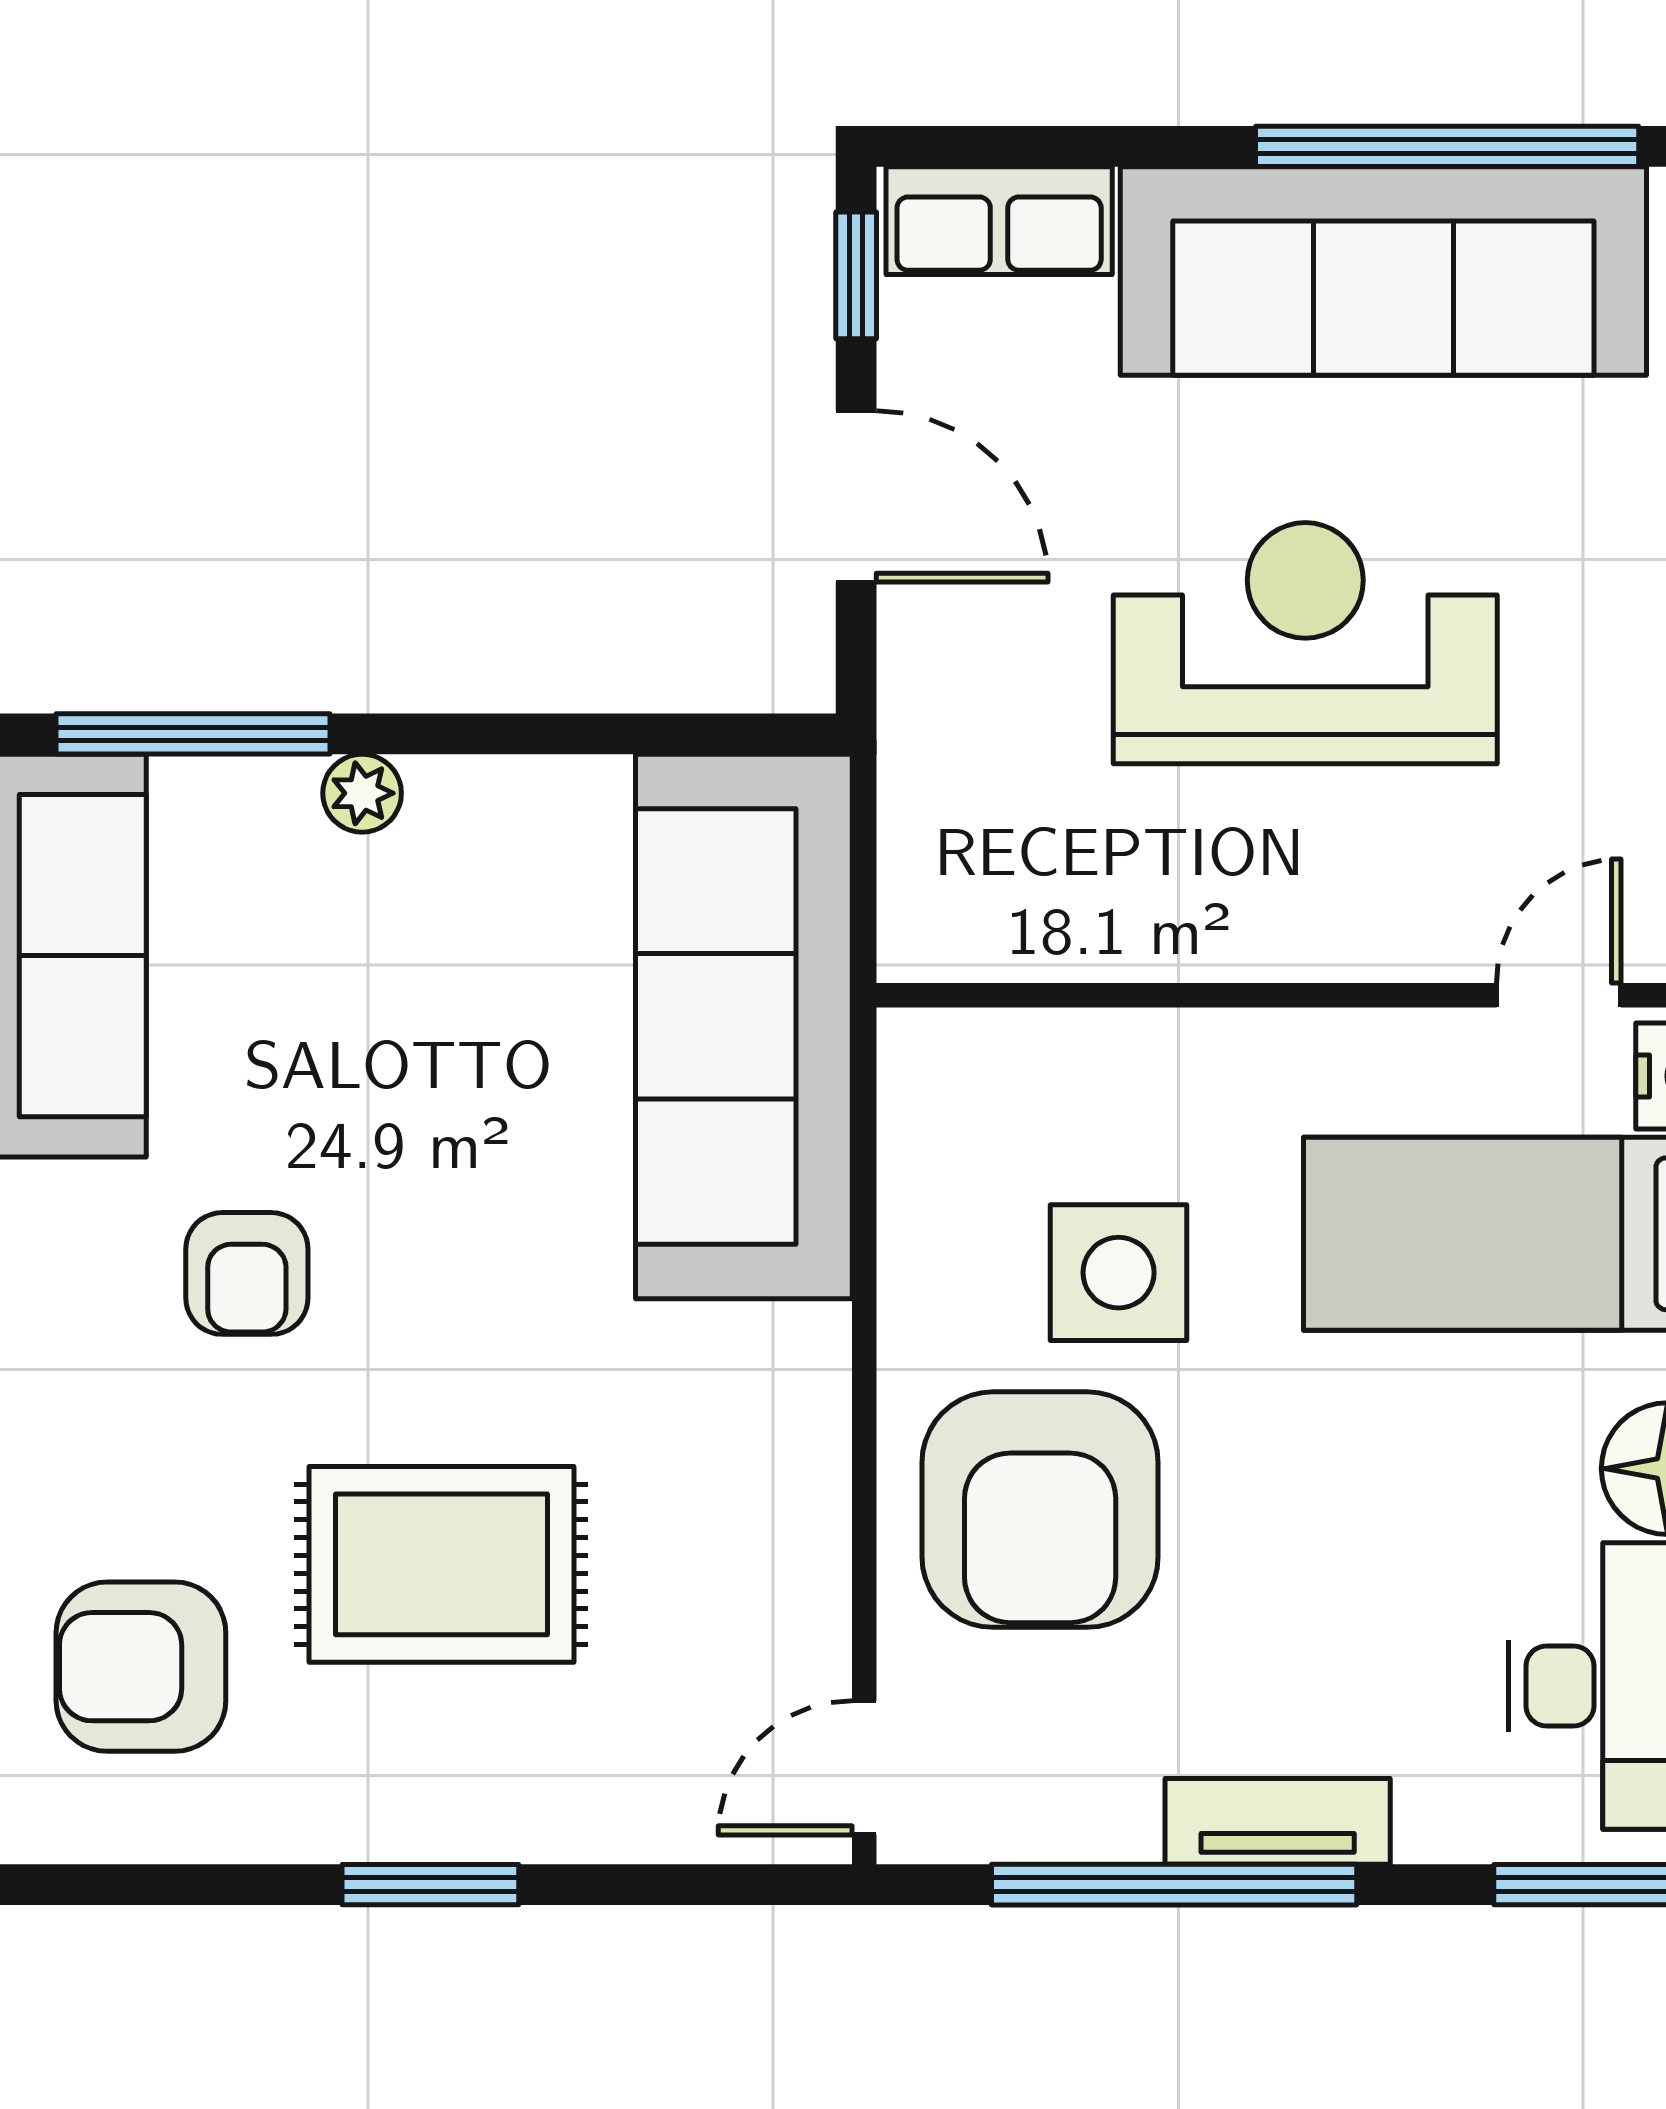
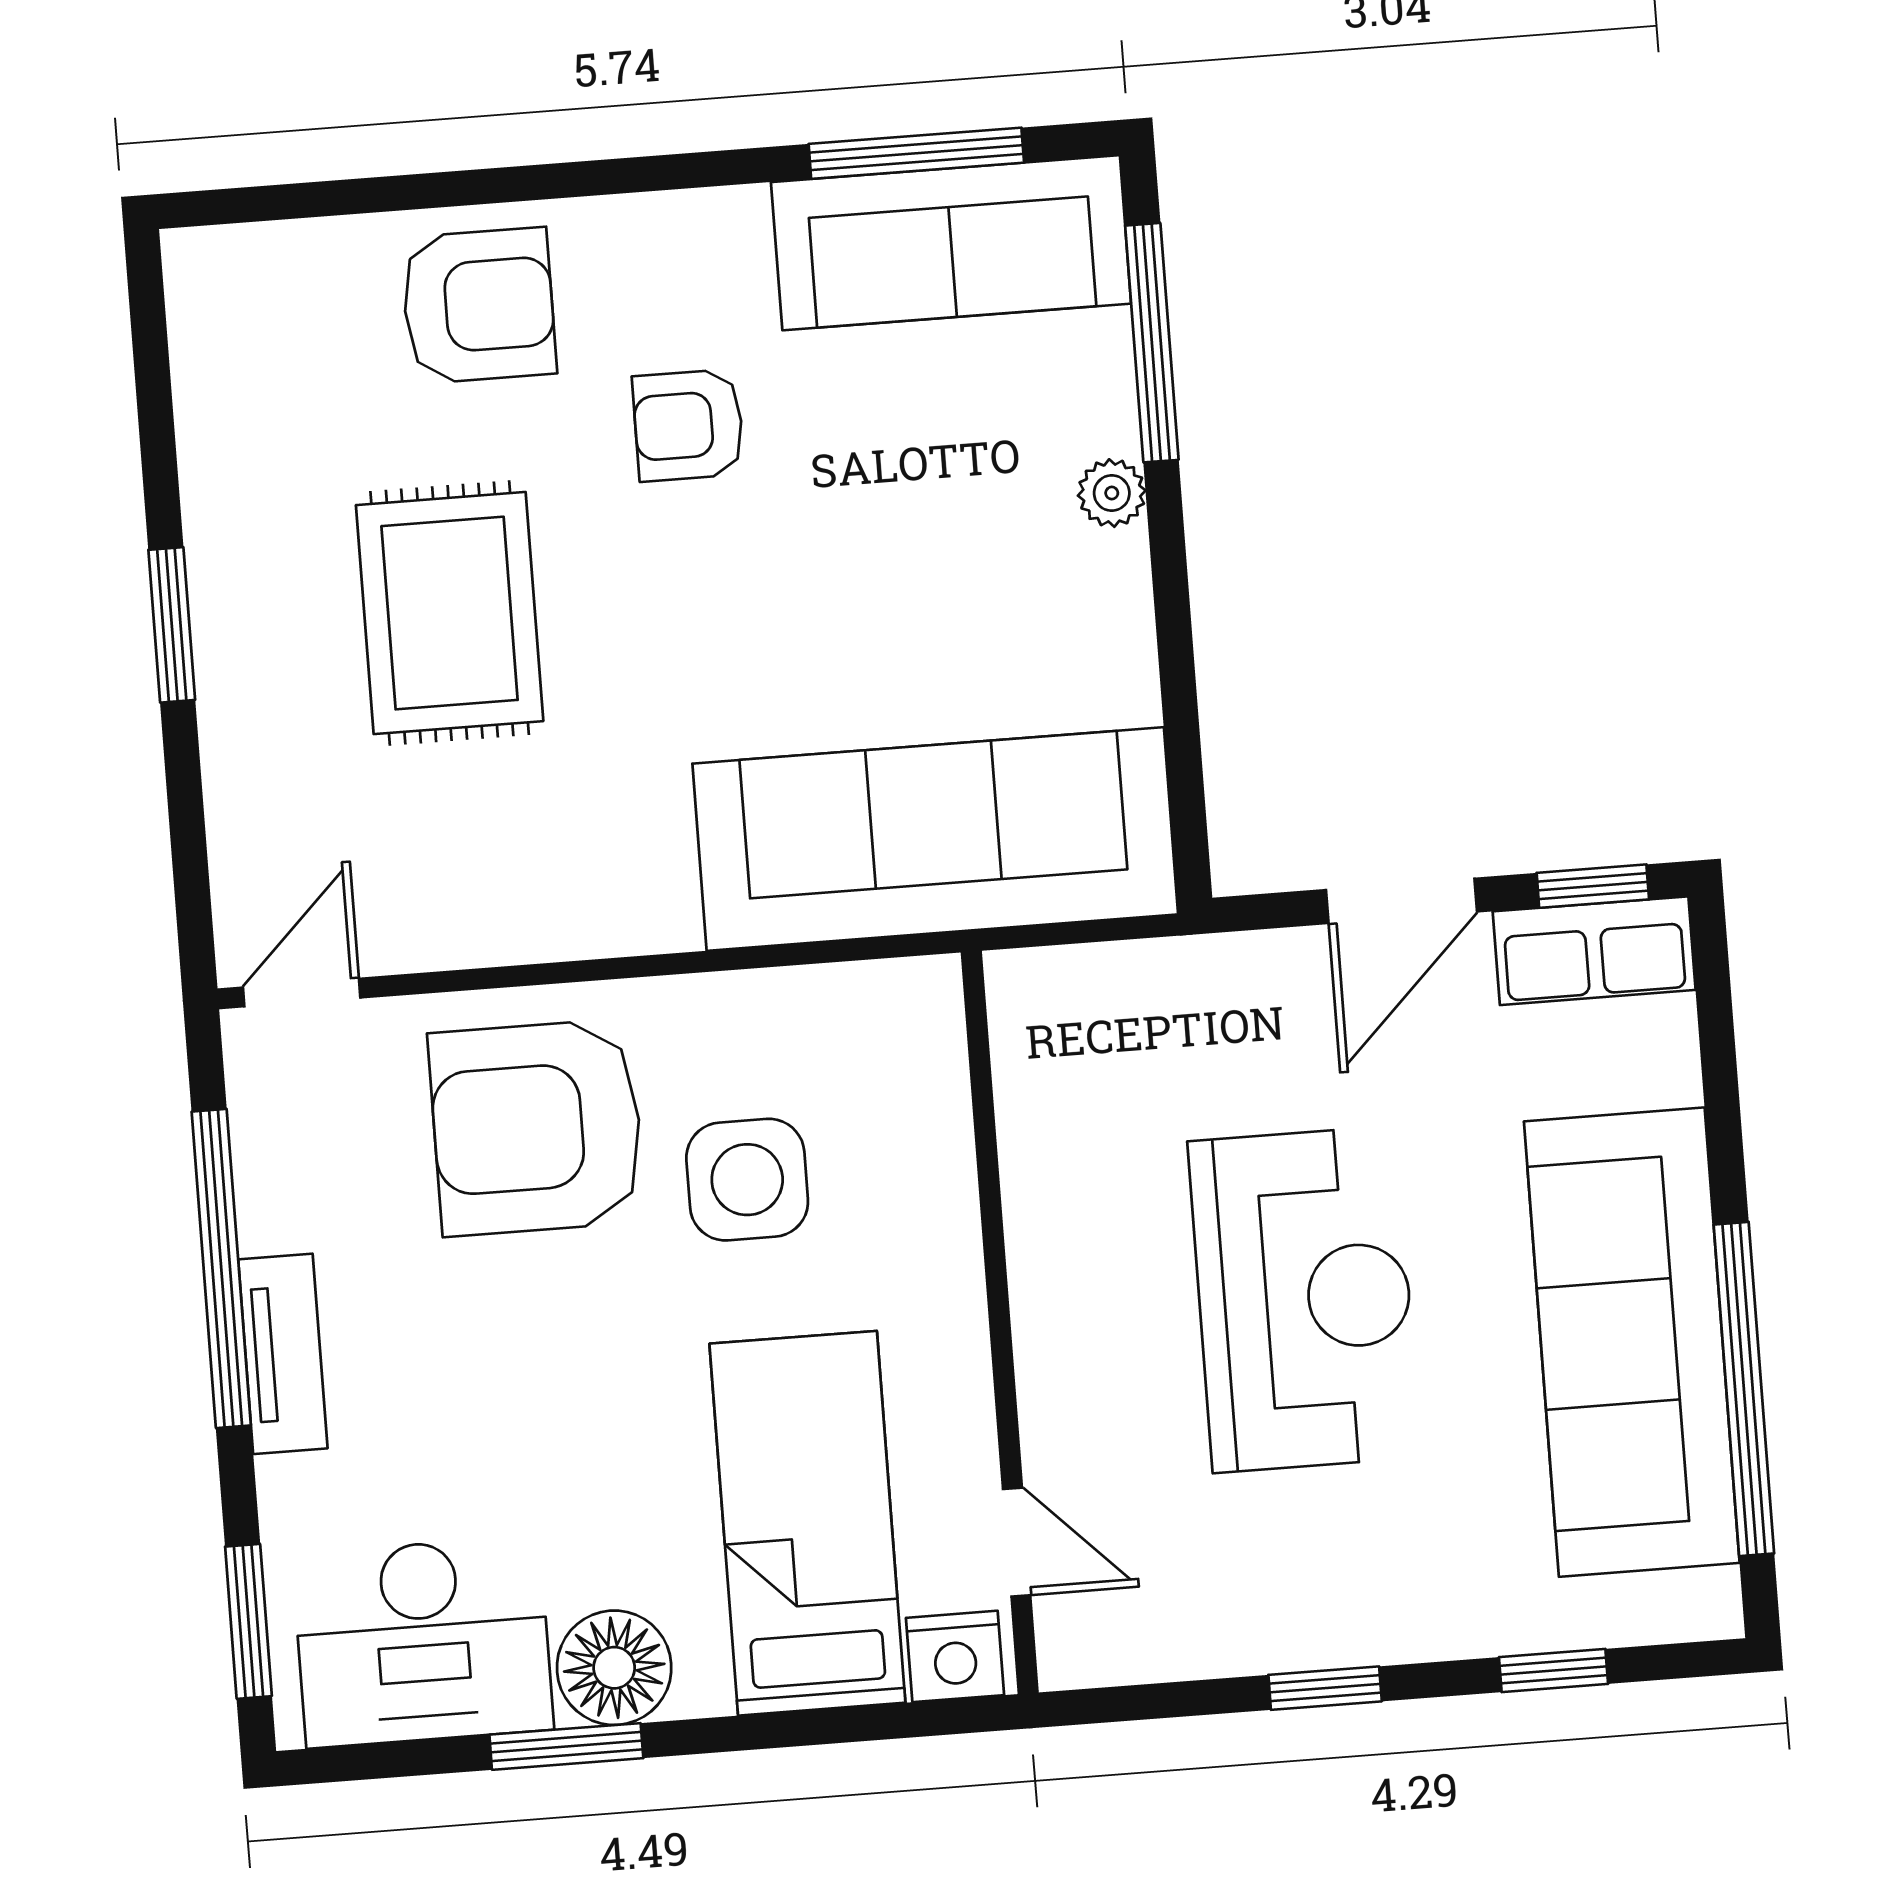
row of seats: (999, 221) -> (1594, 951), moved, turned -90
armchair: (141, 1667) -> (478, 306), moved, turned 90
door: (864, 1768) -> (302, 993), hinge flipped

